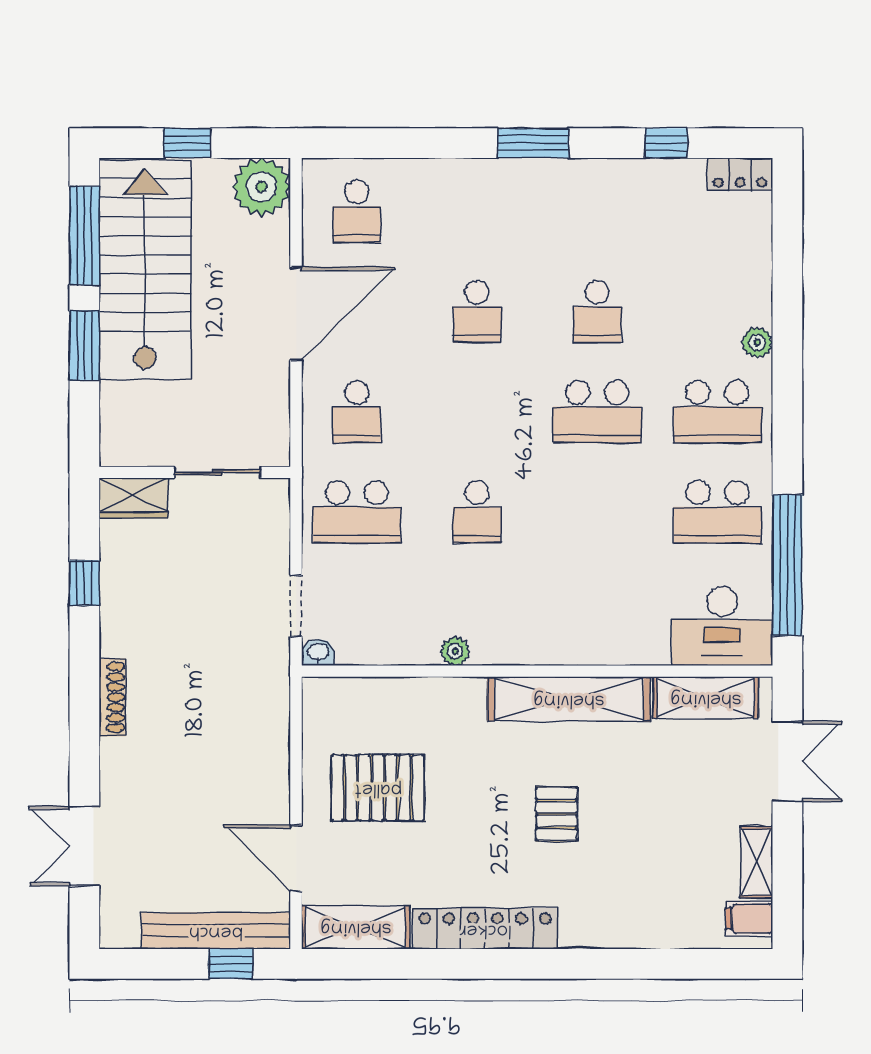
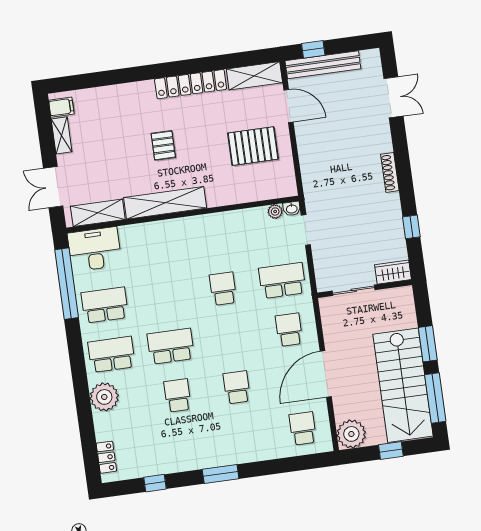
locker: (740, 174) -> (106, 457), moved, turned 90
plant: (757, 342) -> (104, 397), width x1.87, depth x1.87
plant: (455, 651) -> (275, 212), moved

